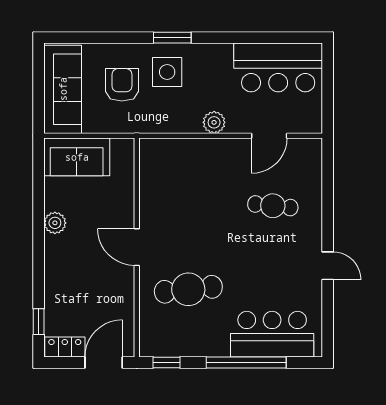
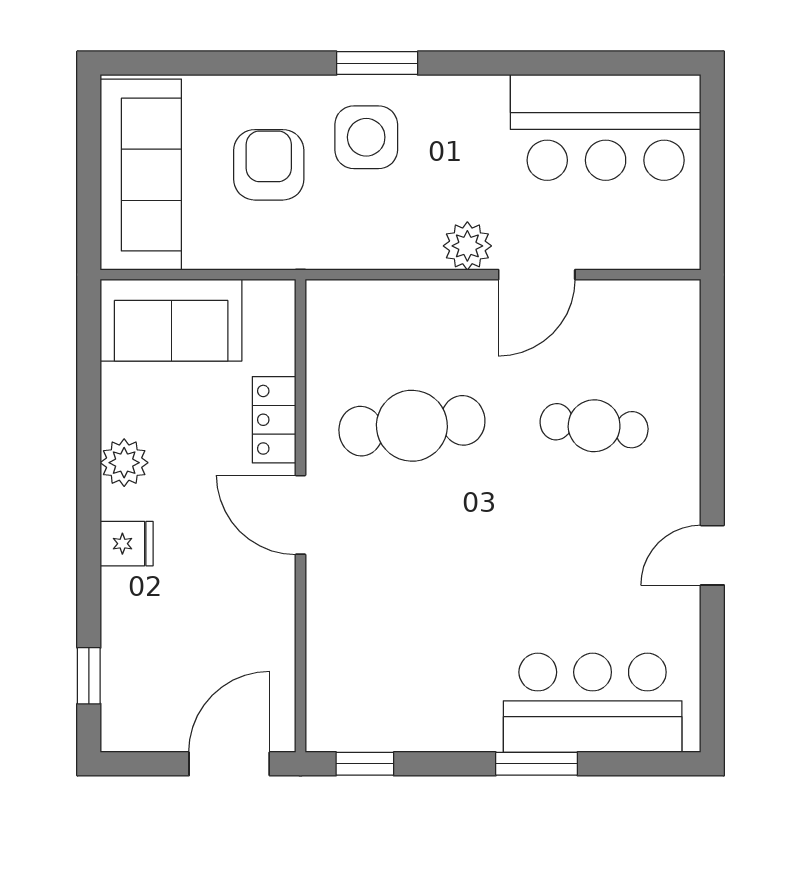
door: (269, 136) -> (537, 275), moved
fridge: (56, 260) -> (127, 544), added
door: (328, 266) -> (712, 555), swing flipped
cafe table: (188, 289) -> (412, 426), moved
locker: (65, 347) -> (274, 420), moved, turned -90
window: (246, 363) -> (537, 764), width x0.47

